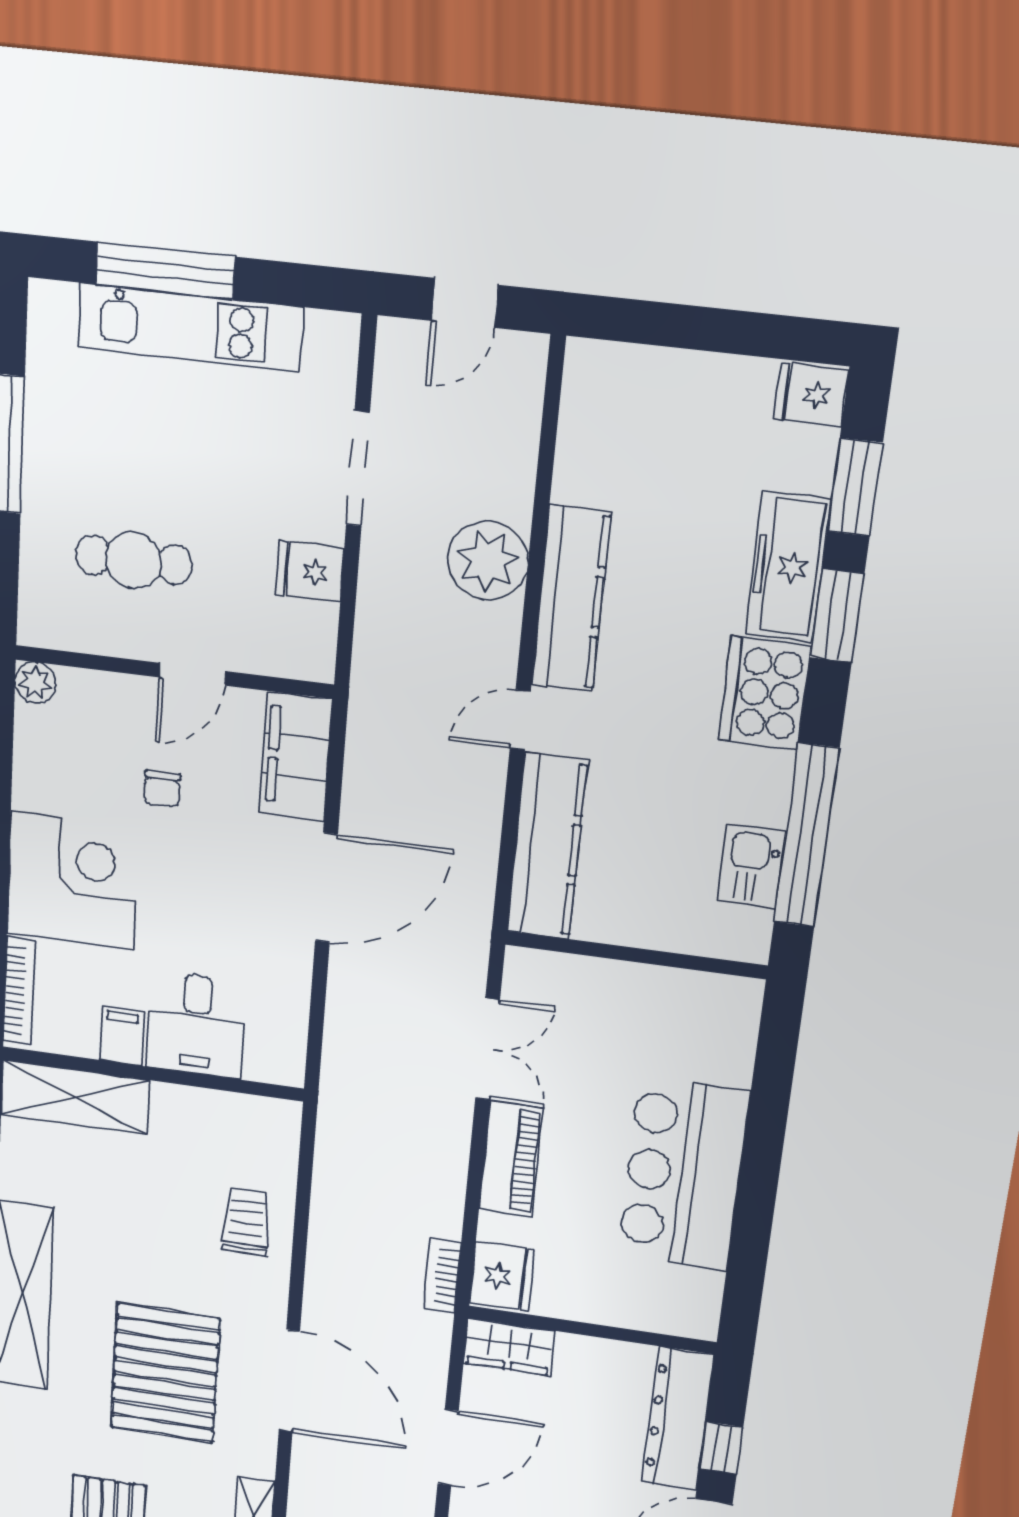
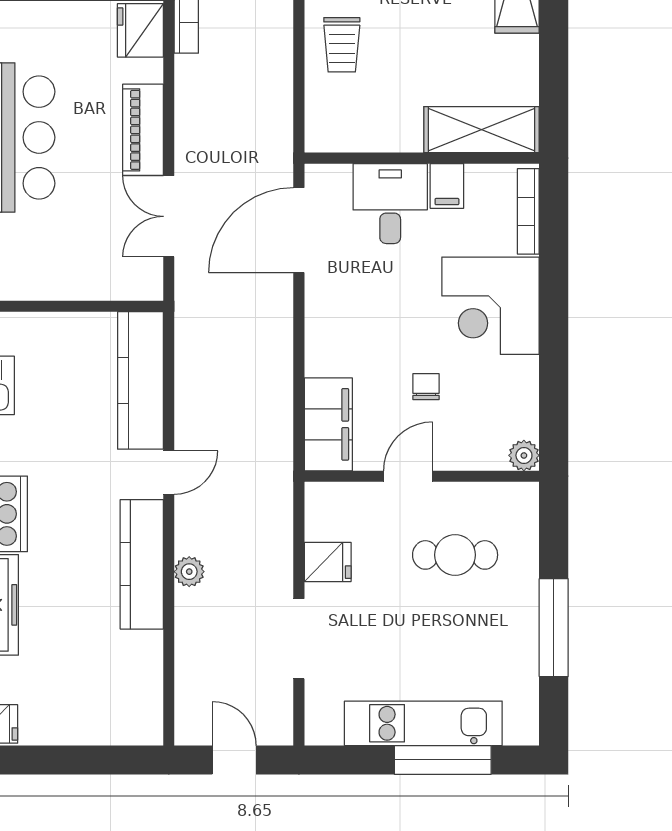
door: (465, 303) -> (234, 760), hinge flipped
plant: (488, 561) -> (189, 572), width x0.53, depth x0.53
door: (326, 888) -> (299, 230), moved

